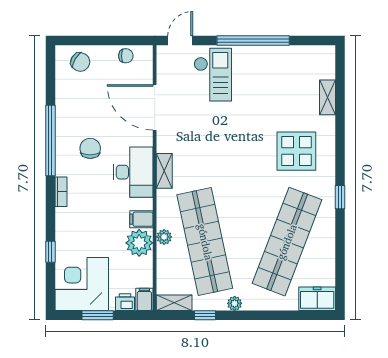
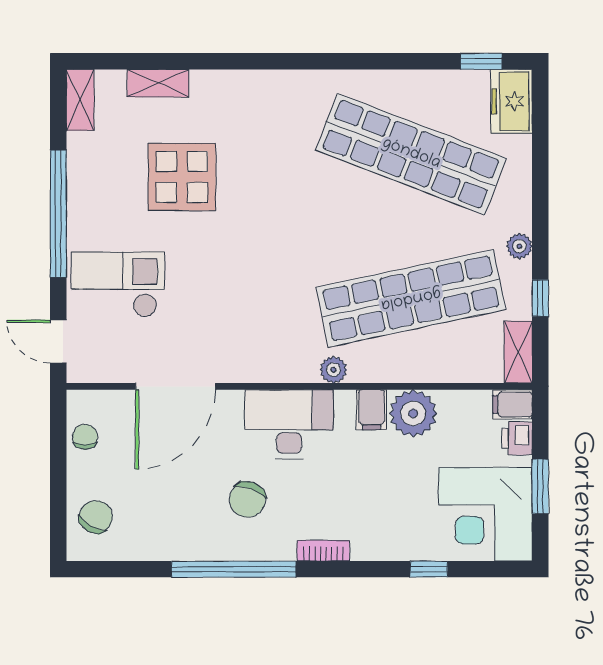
chair: (90, 148) -> (247, 499), turned -70
display table: (296, 151) -> (182, 177), moved
shelving: (164, 171) -> (80, 100), moved, turned 90
window: (340, 197) -> (481, 61), moved
plant: (164, 237) -> (333, 370), moved

